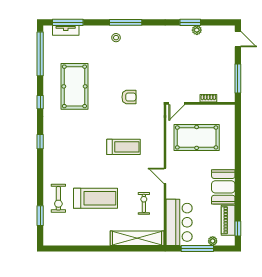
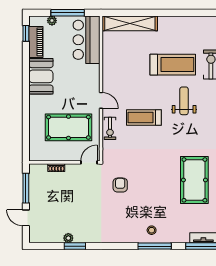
window: (126, 22) -> (155, 246), moved
door: (238, 39) -> (26, 218), moved
armchair: (129, 97) -> (120, 185), moved, turned 90
weight bench: (85, 163) -> (184, 101), added
door: (165, 176) -> (101, 100), moved
treadmill: (95, 198) -> (173, 65), turned 180
exercise bike: (144, 203) -> (110, 128), moved

